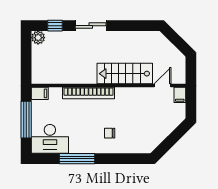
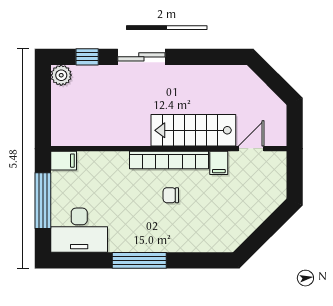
bookcase: (89, 93) -> (169, 160), moved
filing cabinet: (180, 95) -> (219, 163), moved
chair: (110, 133) -> (171, 195), moved
window: (77, 159) -> (139, 260), moved

